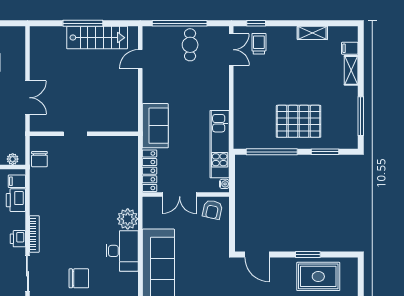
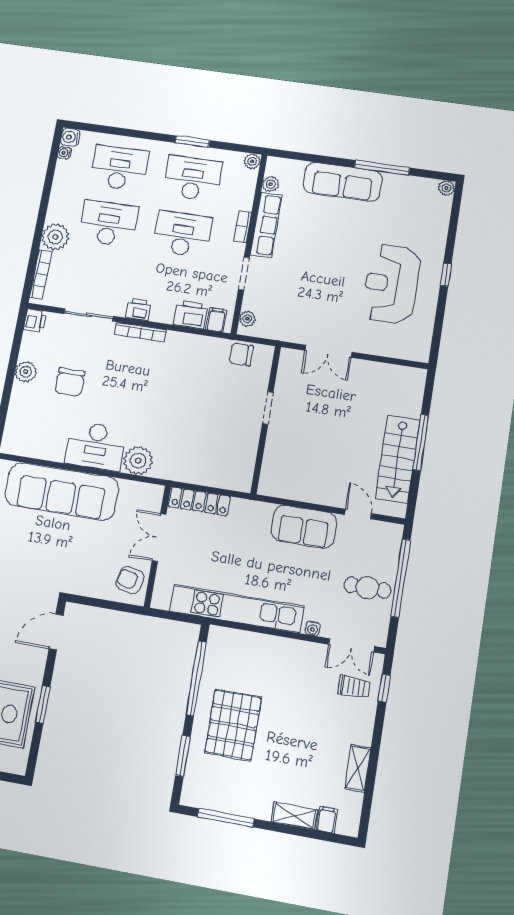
sofa: (155, 126) -> (304, 527), moved
kitchen unit: (220, 144) -> (237, 609), width x1.36
water cooler: (224, 184) -> (313, 629), moved

